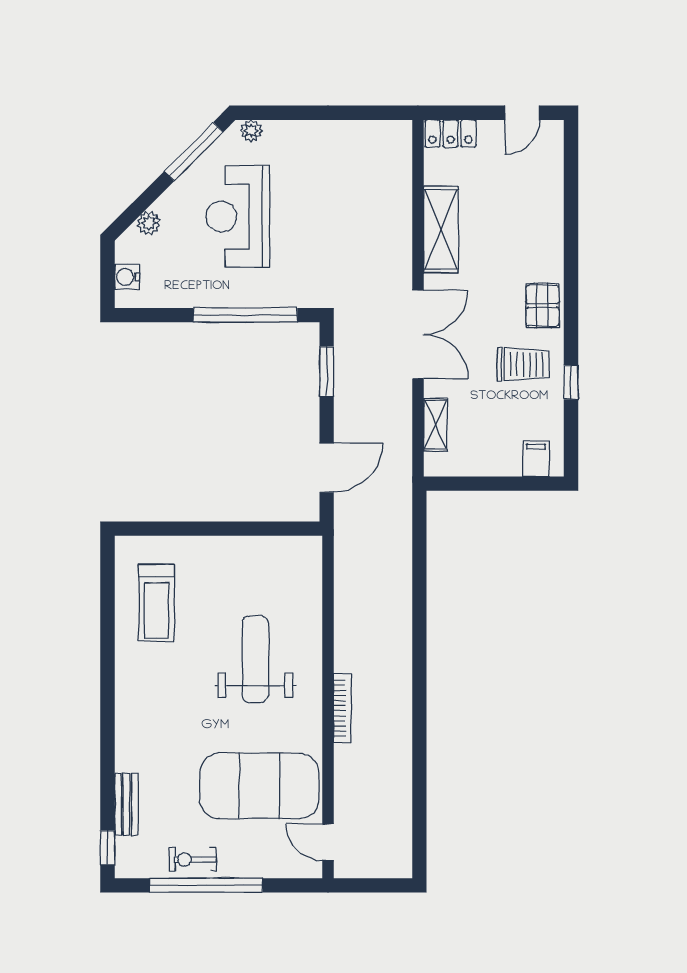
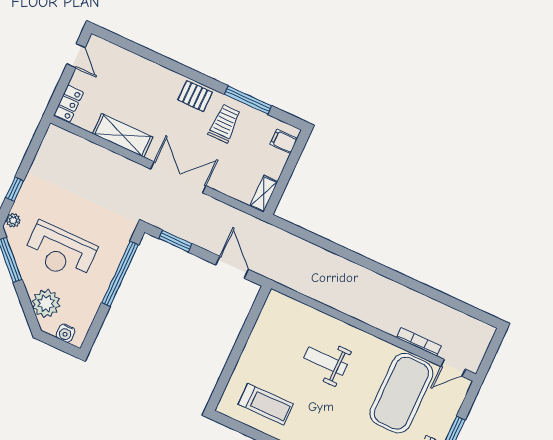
window: (296, 113) -> (15, 189), added
plant: (149, 223) -> (46, 303), width x1.87, depth x1.87
window: (571, 382) -> (248, 100), width x2.17
shelving: (435, 425) -> (264, 194), moved, turned 90
weight bench: (255, 659) -> (326, 361), width x0.73, depth x0.75
bookcase: (342, 708) -> (419, 342), moved

